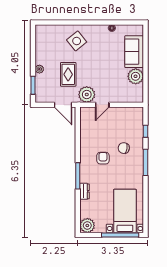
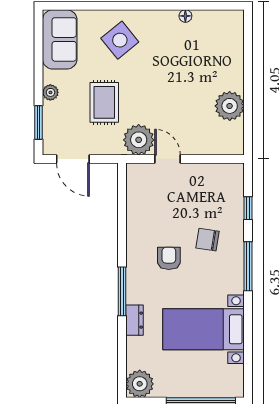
sofa: (134, 52) -> (60, 39), moved, turned 180
door: (63, 105) -> (73, 159), moved
door: (102, 105) -> (168, 159), swing flipped
bed with nightstands: (125, 211) -> (203, 329), moved, turned -90

